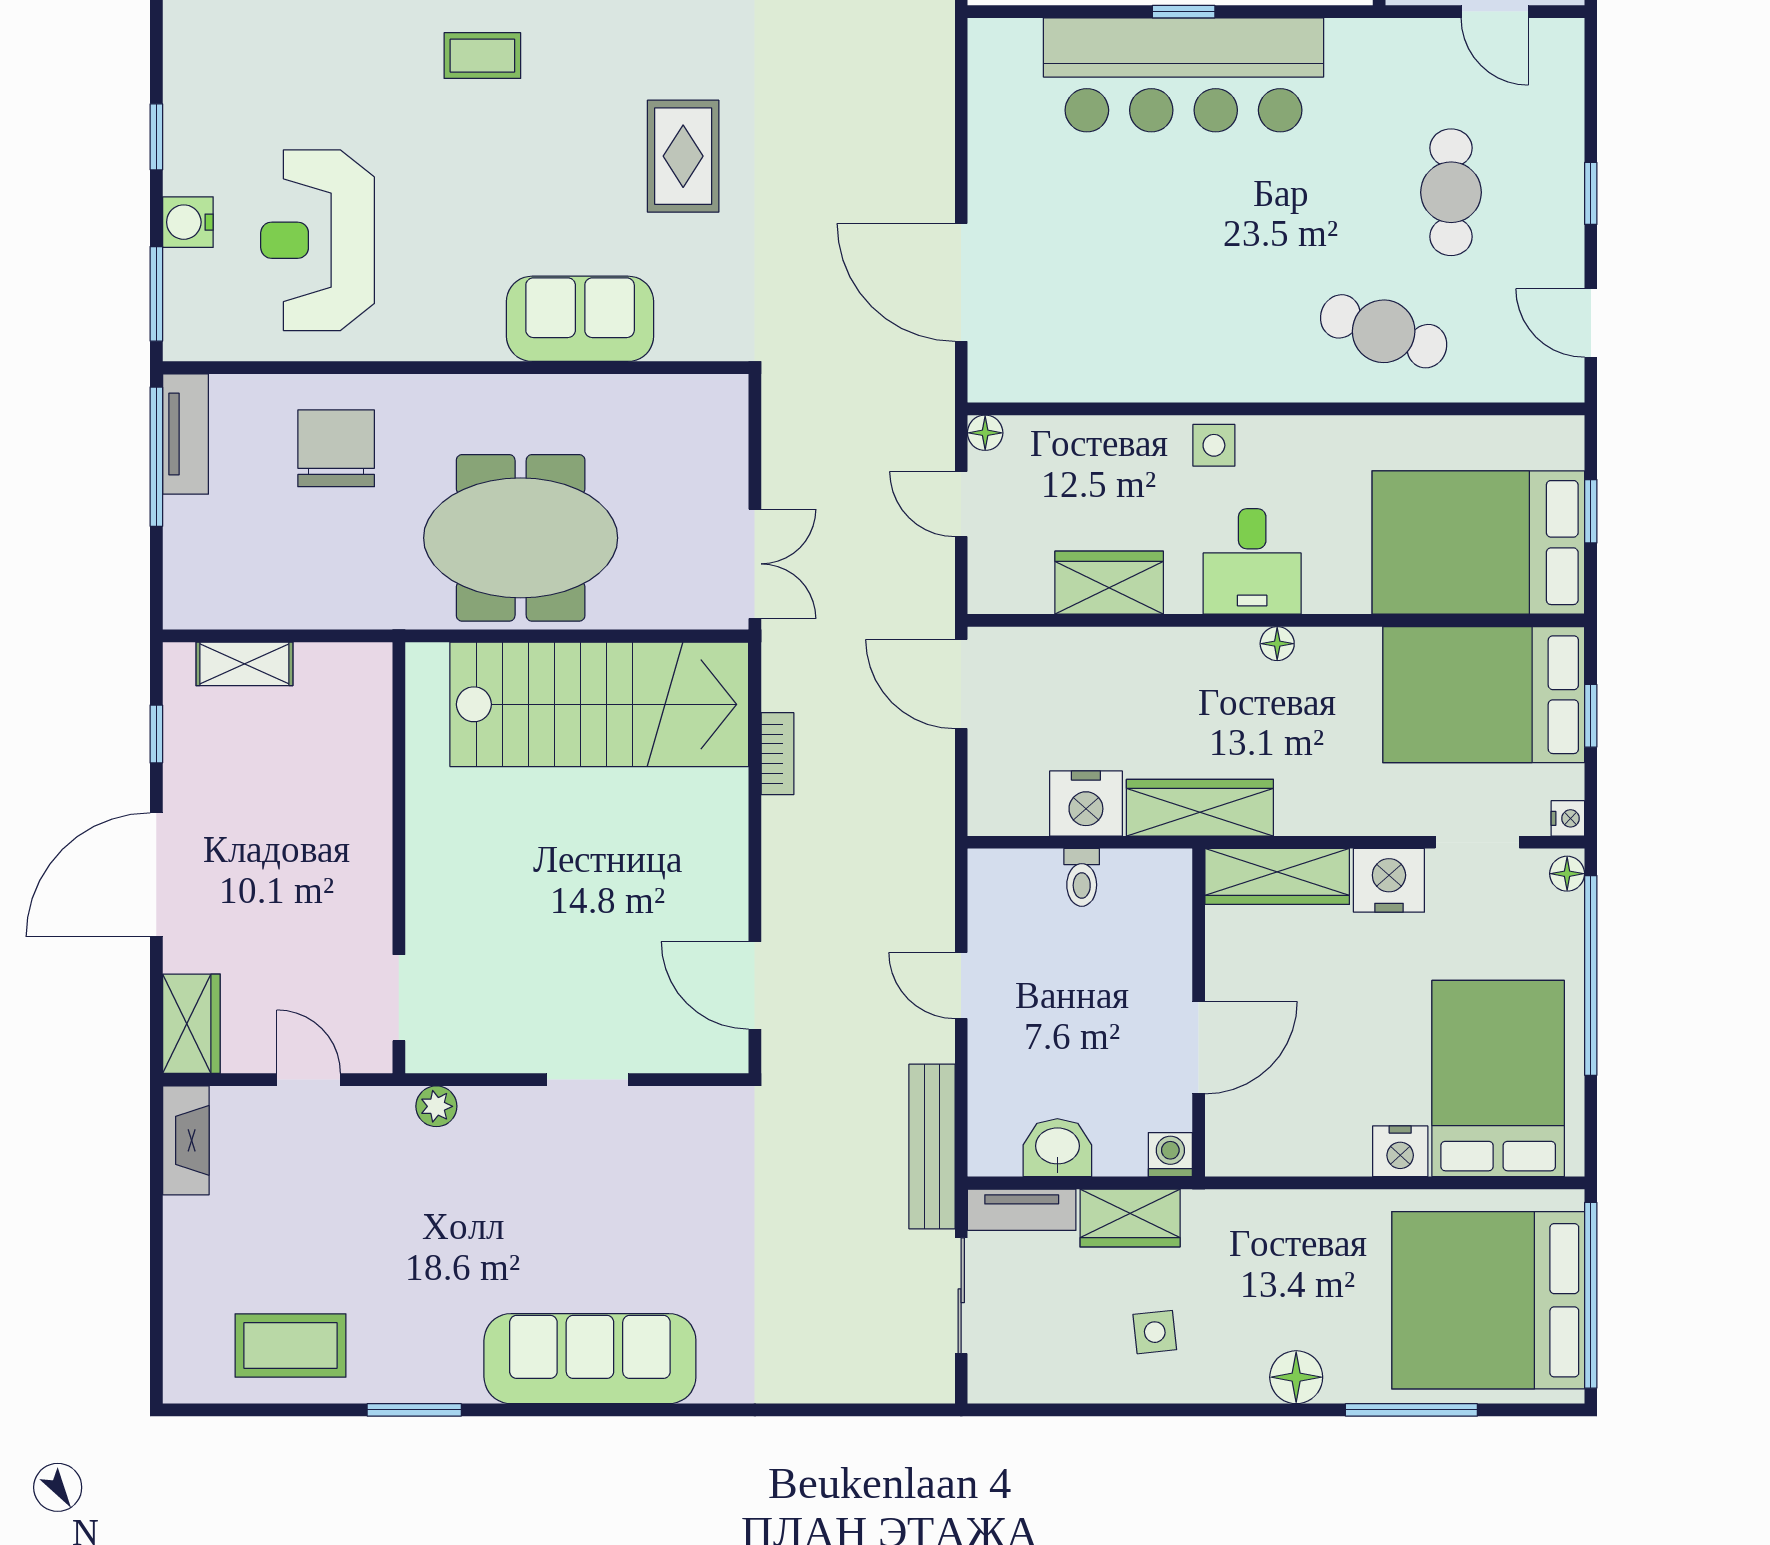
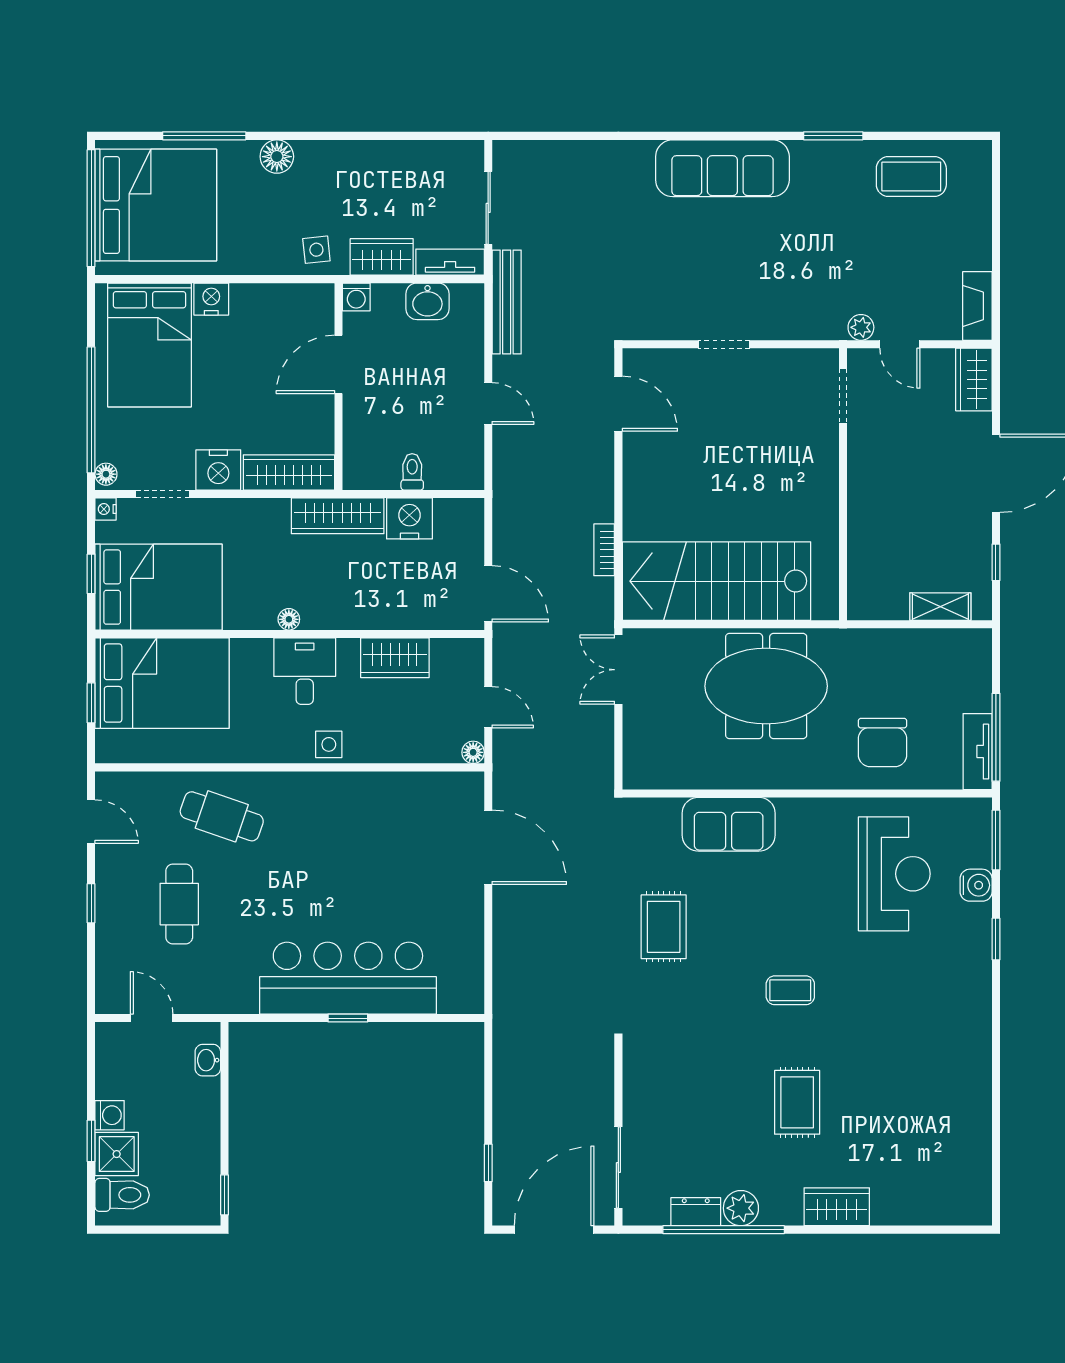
plant: (436, 1106) -> (861, 327), moved
side table: (1155, 1332) -> (316, 250), moved

